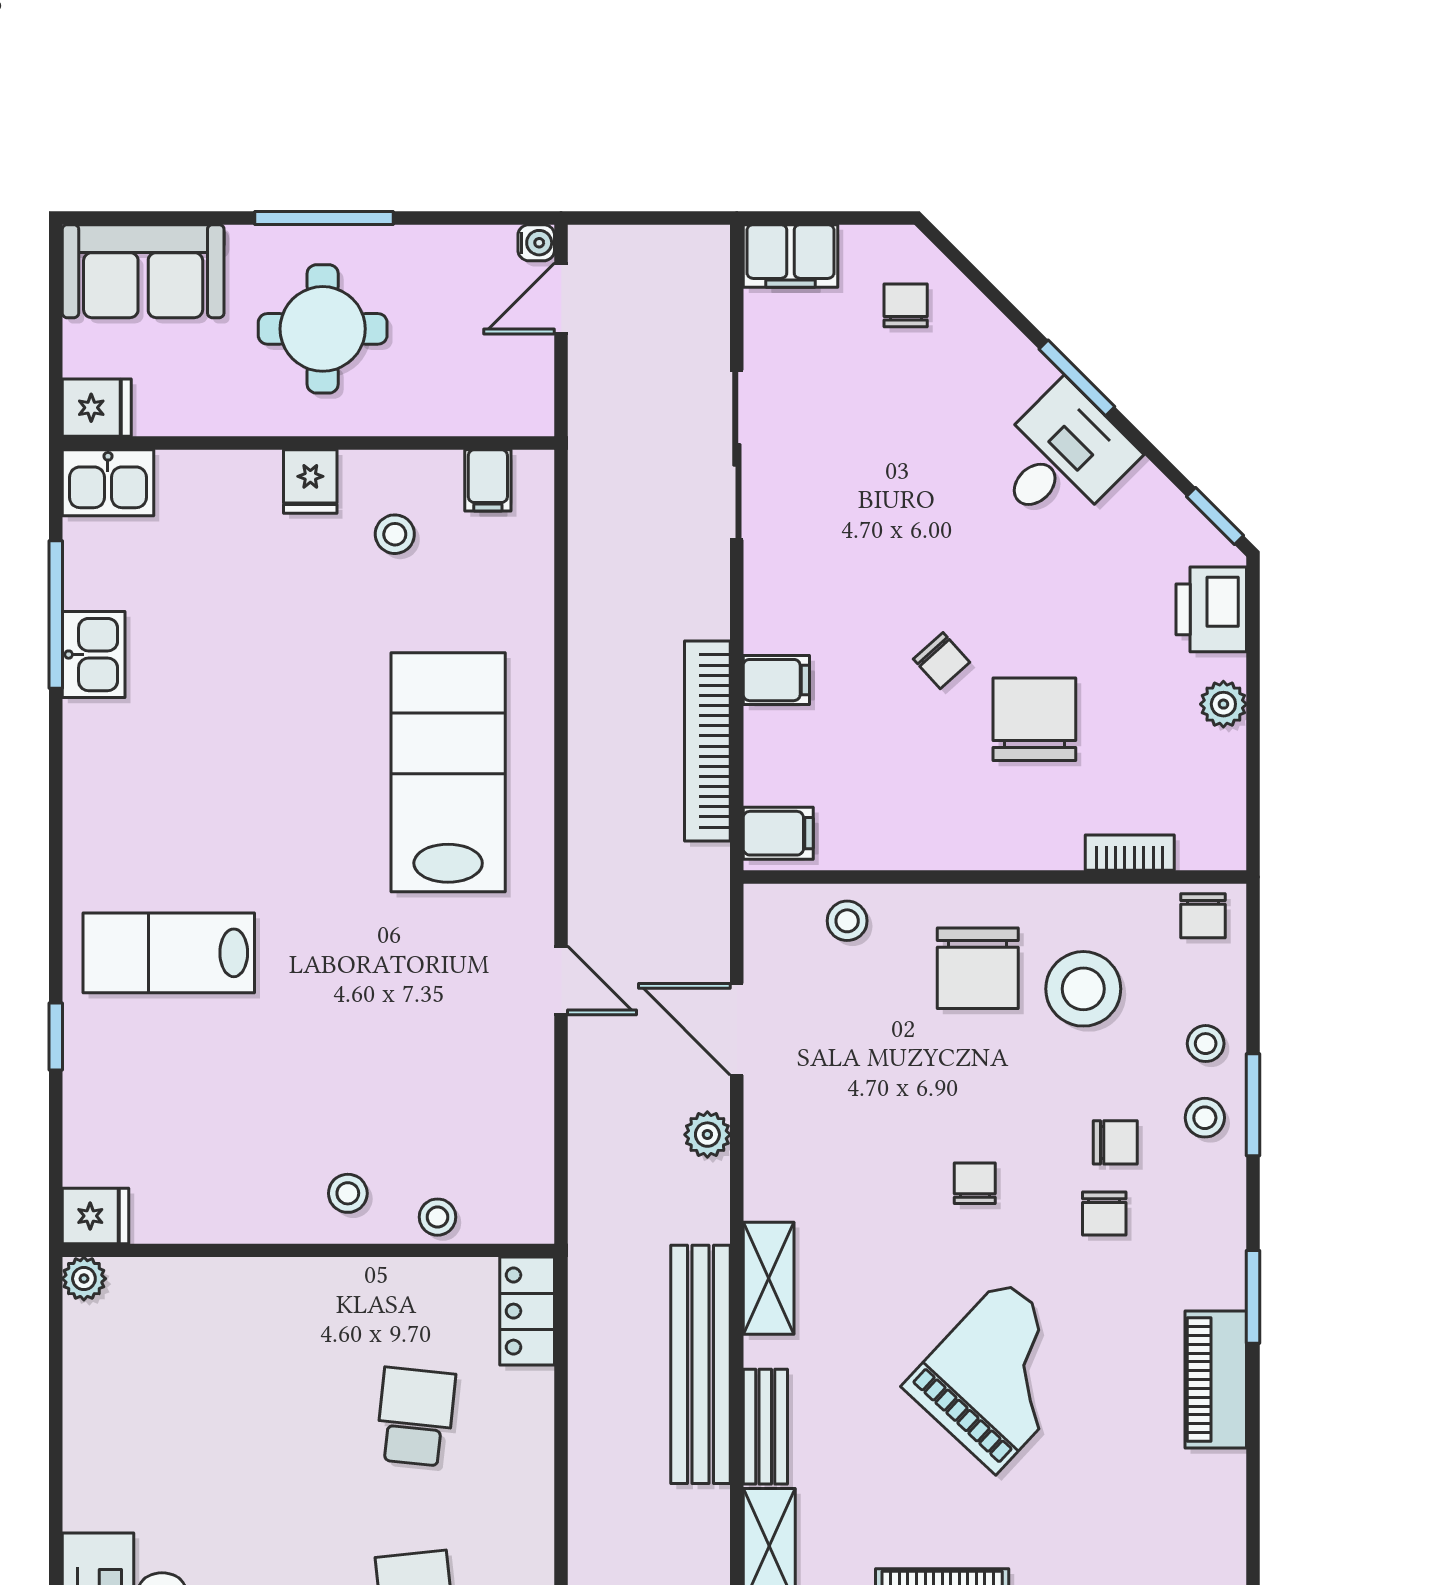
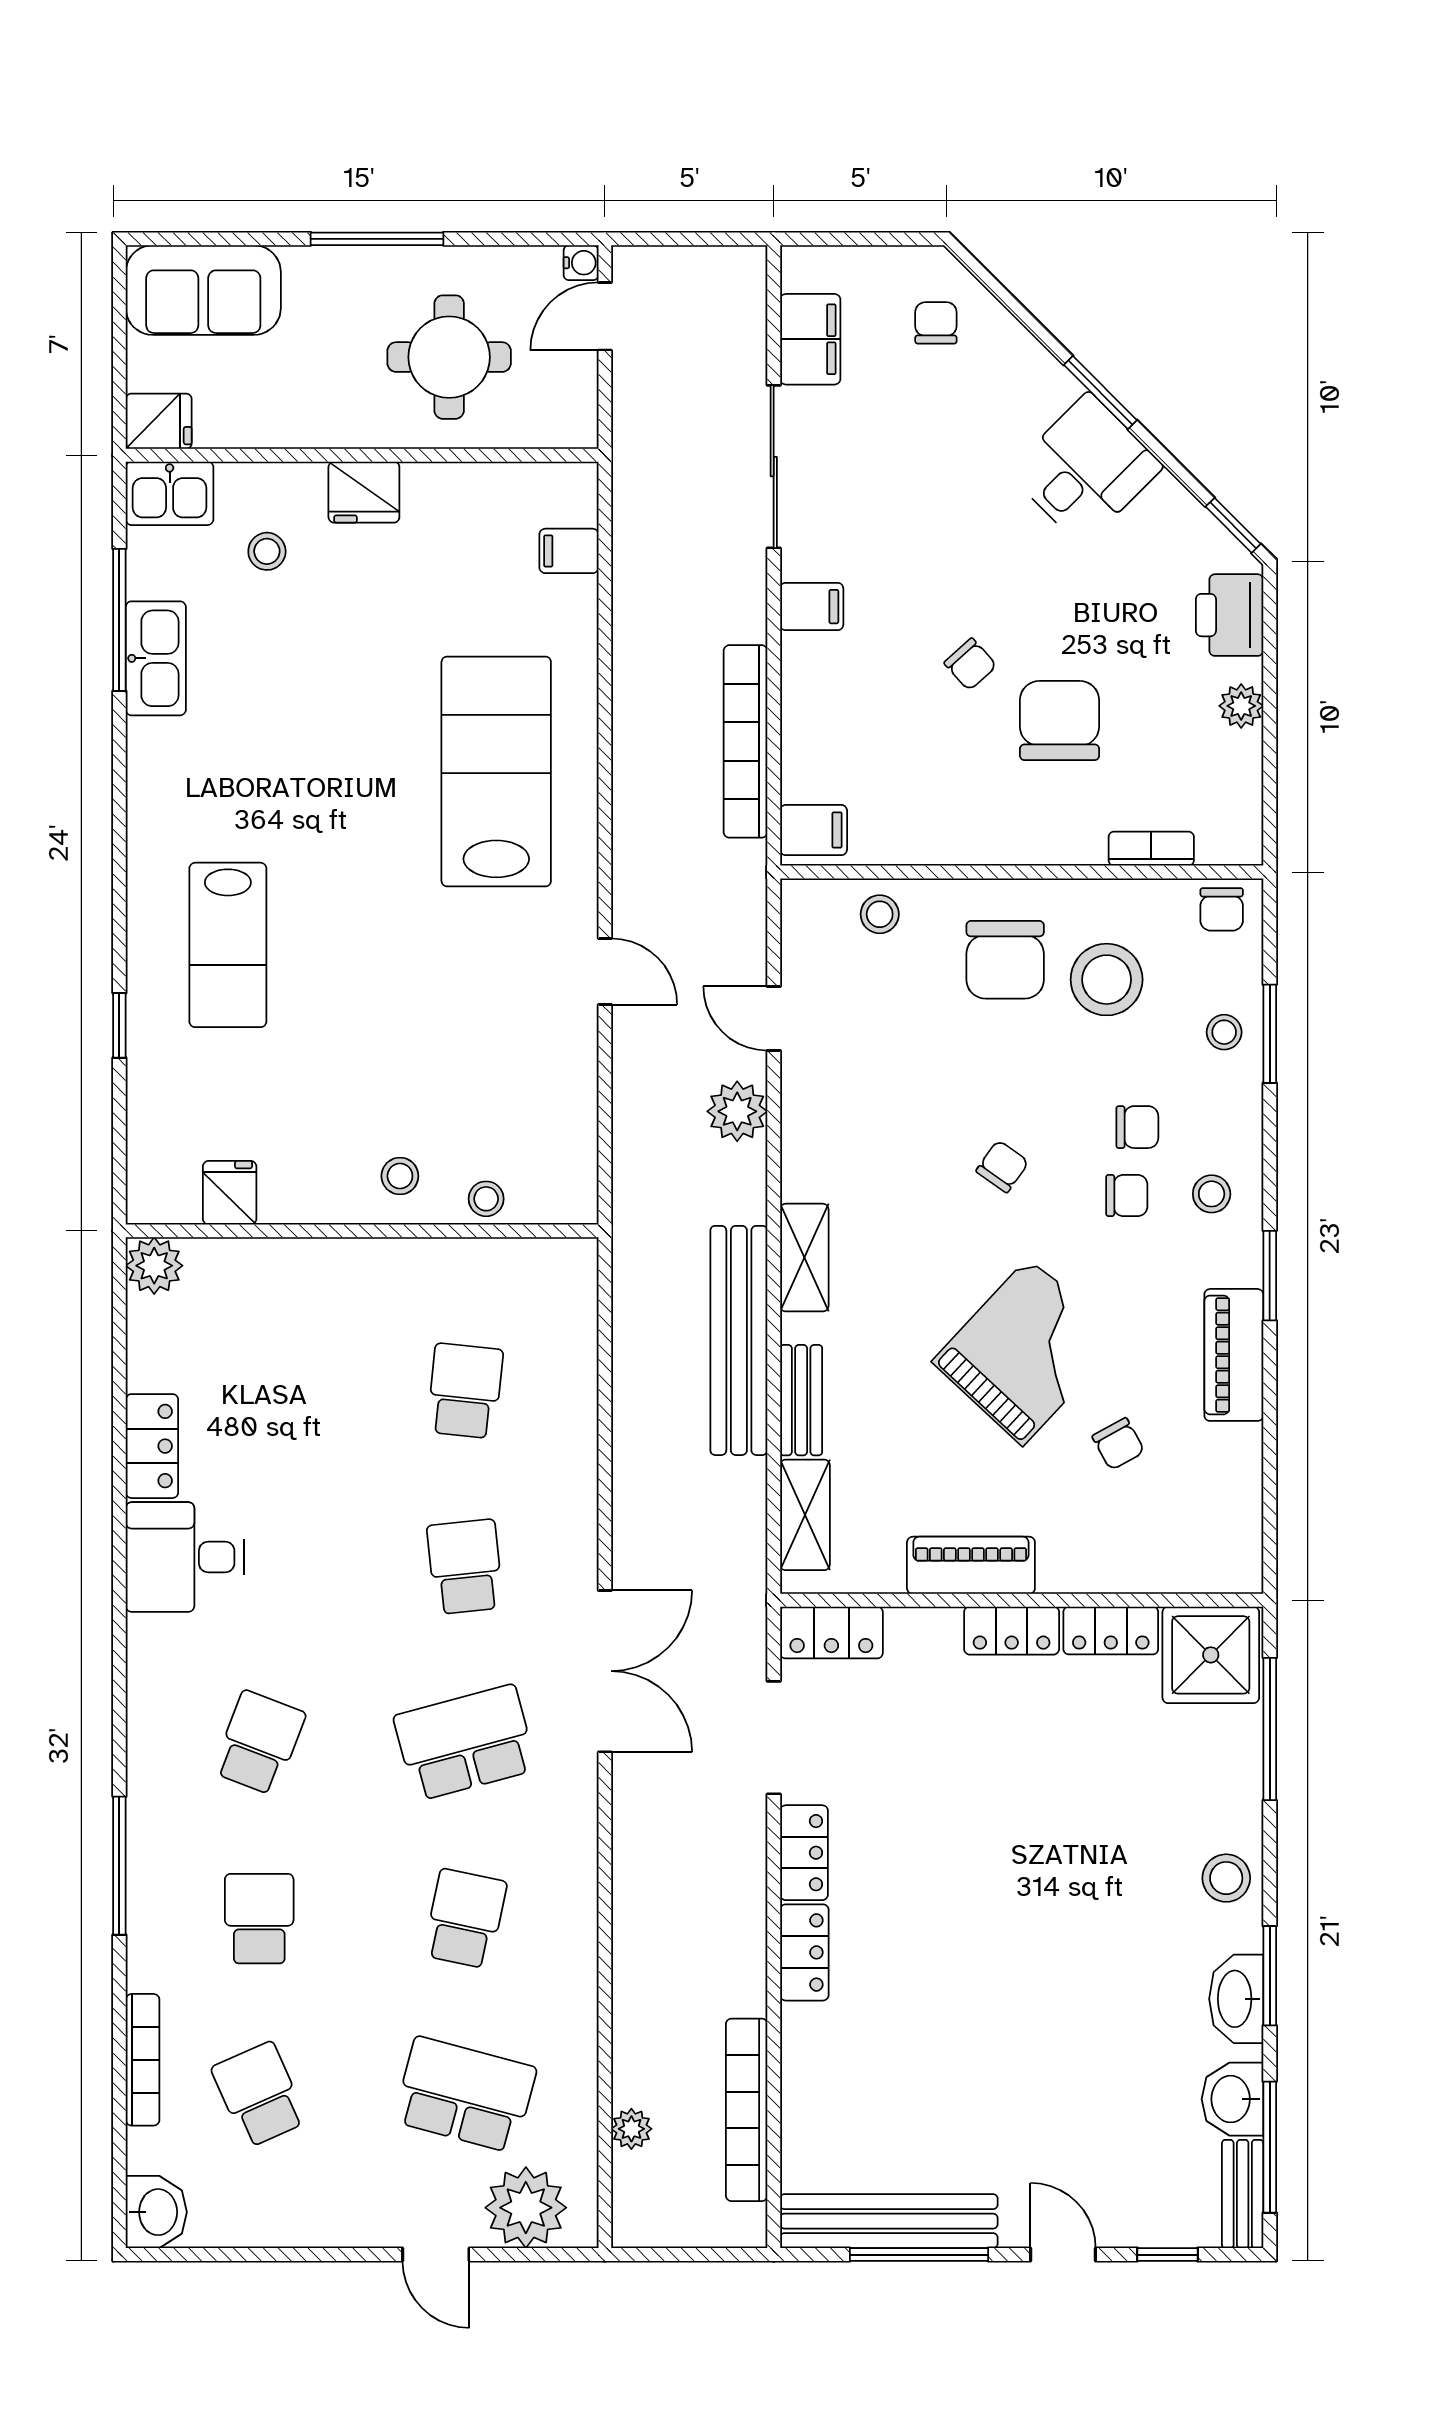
filing cabinet: (791, 256) -> (810, 339), moved, turned -90
round table: (323, 329) -> (449, 357), moved
filing cabinet: (488, 480) -> (569, 551), moved, turned 90
fridge: (310, 481) -> (364, 492), width x1.38
stool: (395, 534) -> (267, 551), moved
kitchen sink: (94, 655) -> (156, 658), width x1.38
filing cabinet: (776, 680) -> (812, 607), moved
lab bench: (169, 953) -> (228, 945), turned -90
door: (737, 1029) -> (774, 1018), width x0.73
window: (1253, 1105) -> (1270, 1034), moved
stool: (1205, 1118) -> (1212, 1194), moved
plant: (707, 1135) -> (737, 1111), width x1.38, depth x1.38
chair: (975, 1183) -> (1002, 1166), turned 35
chair: (1104, 1214) -> (1127, 1195), turned -90
fridge: (96, 1216) -> (230, 1193), moved, turned -90
plant: (84, 1279) -> (154, 1266), width x1.38, depth x1.38
locker: (527, 1311) -> (152, 1446), moved, turned 180
chair: (1096, 1472) -> (1118, 1444), added

